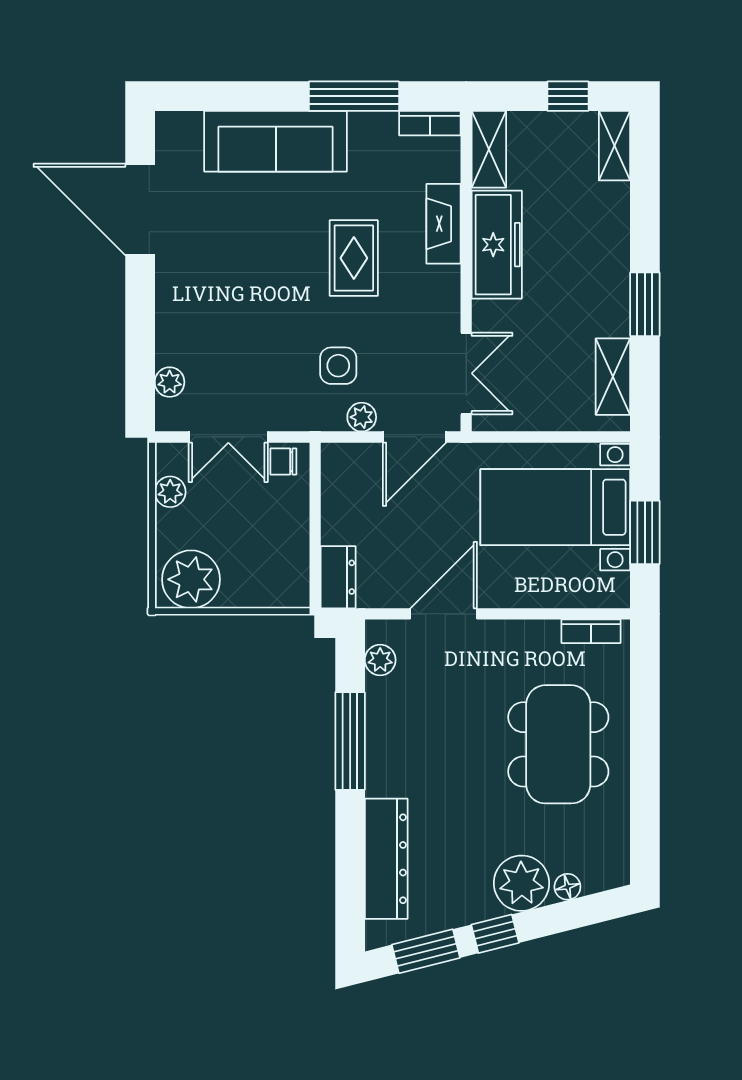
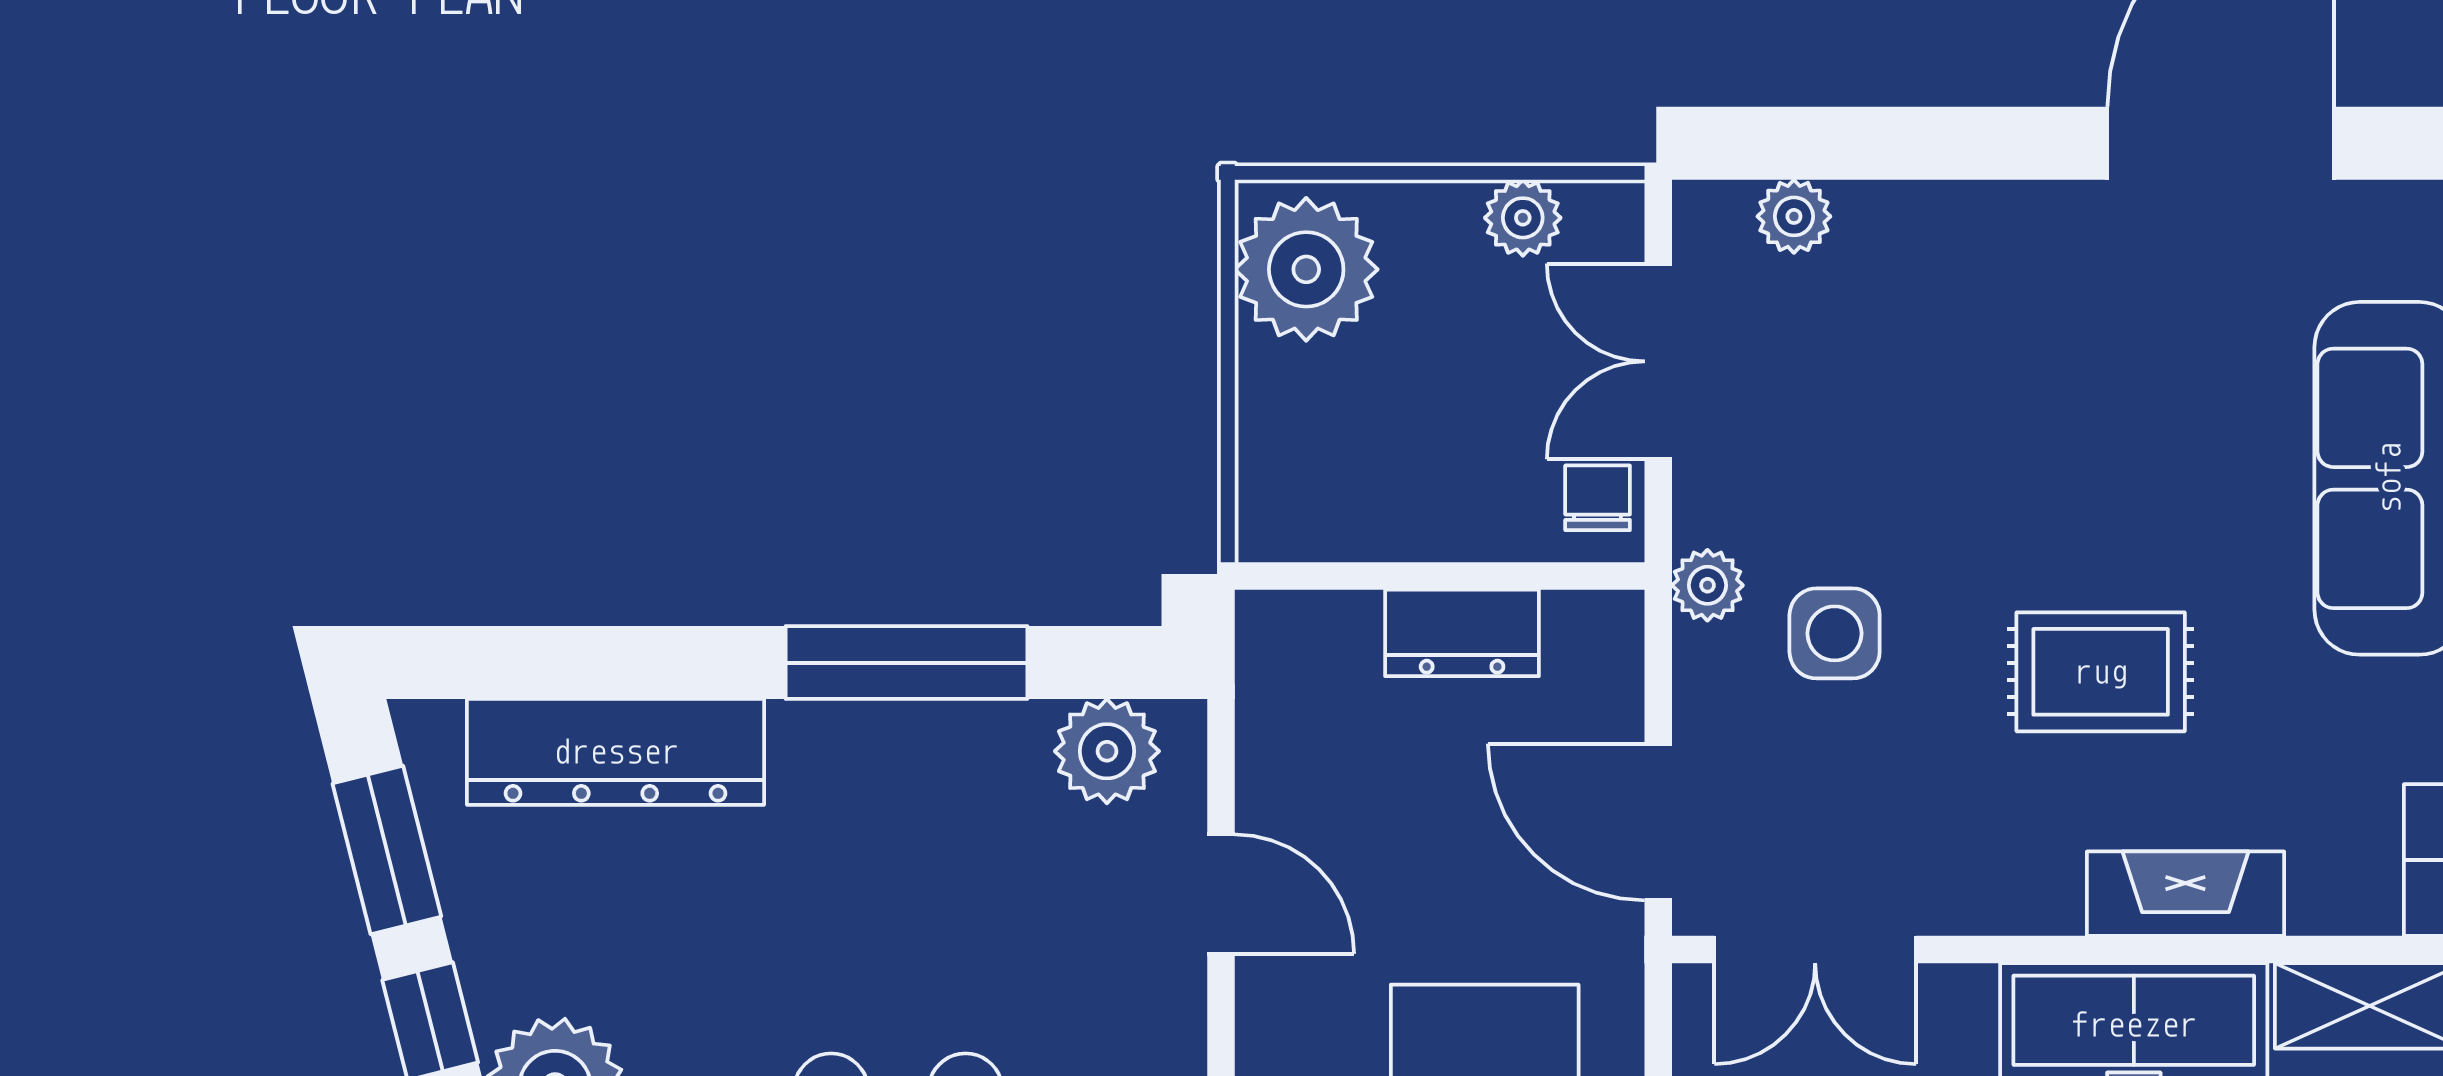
plant: (362, 417) -> (1707, 585), moved
dresser: (338, 577) -> (1462, 633), moved
door: (444, 614) -> (1221, 894), width x0.73
plant: (380, 660) -> (1107, 751), width x1.38, depth x1.38

